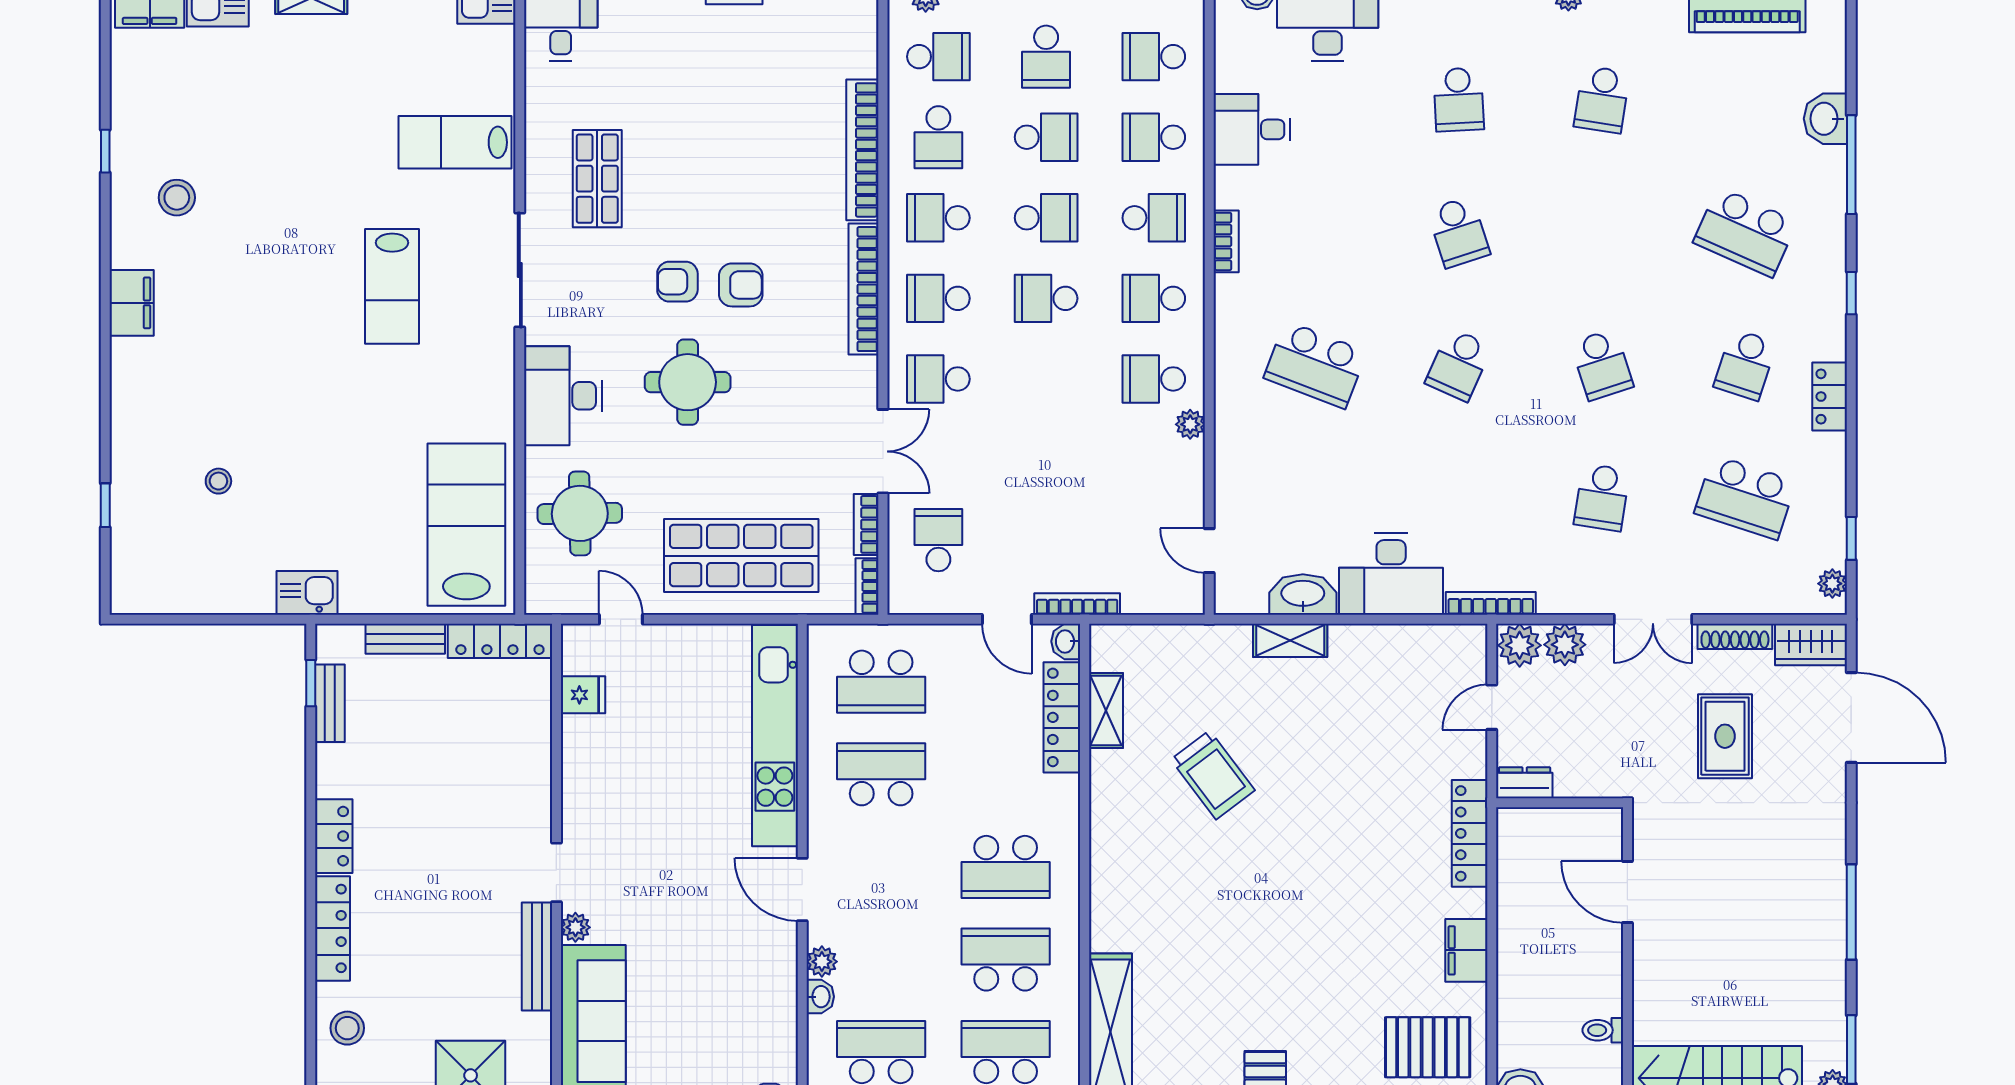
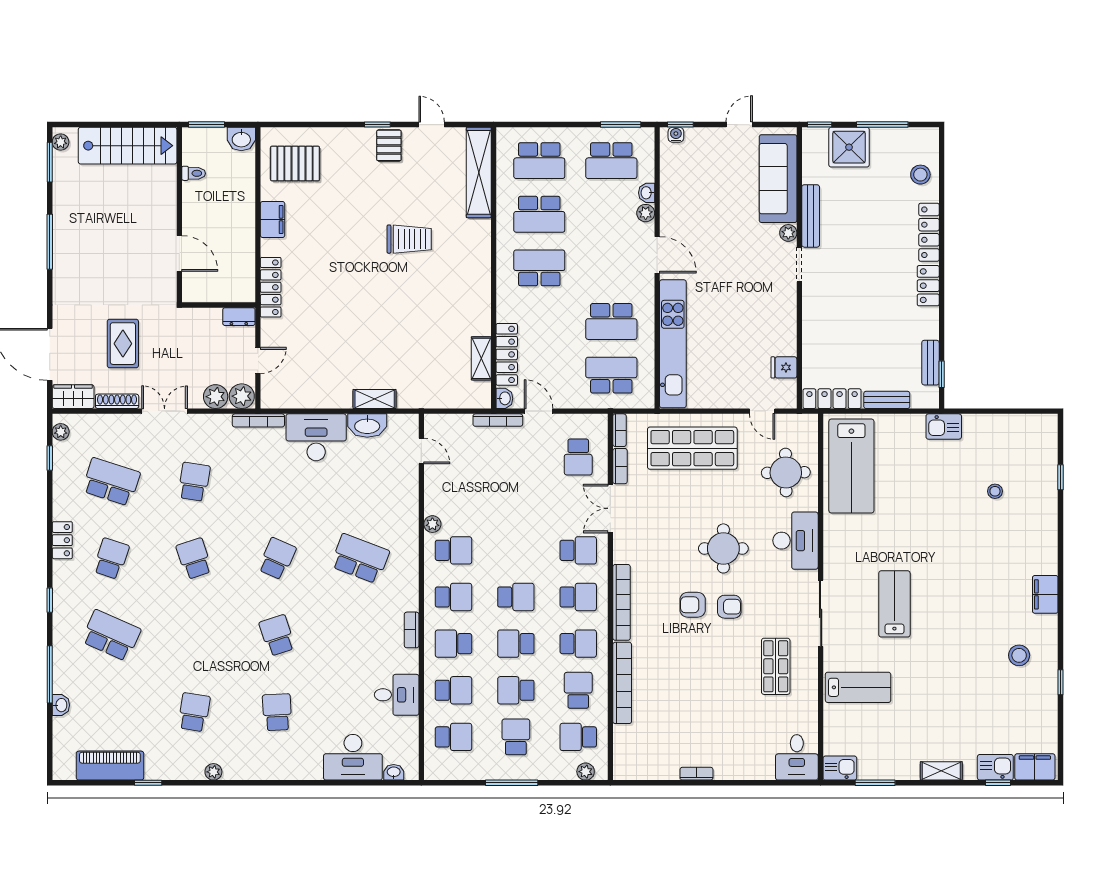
washbasin: (1825, 119) -> (61, 705), width x0.72, depth x0.69
trolley: (1213, 775) -> (409, 239), moved, turned 127

